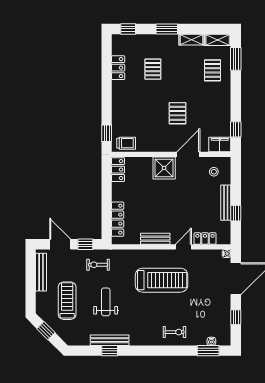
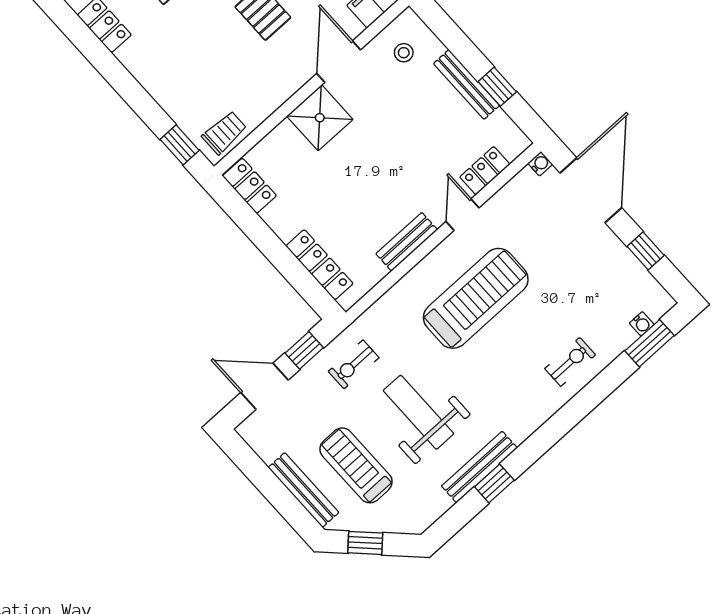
bench: (41, 272) -> (303, 490), moved
weight bench: (106, 302) -> (418, 412), width x1.36, depth x1.33

